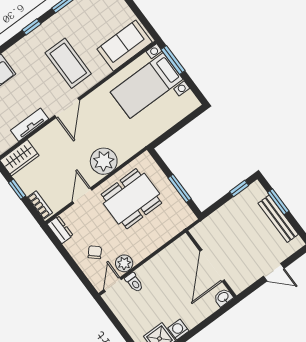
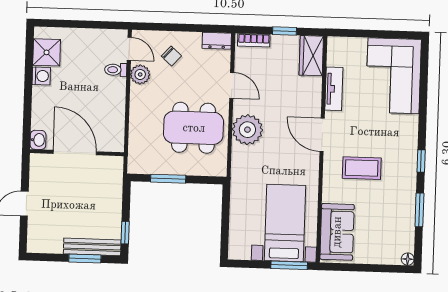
coffee table: (68, 63) -> (362, 168), width x0.73, depth x0.76
dining table: (131, 199) -> (194, 128), turned 90
bench: (278, 219) -> (92, 247), moved

